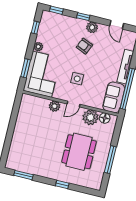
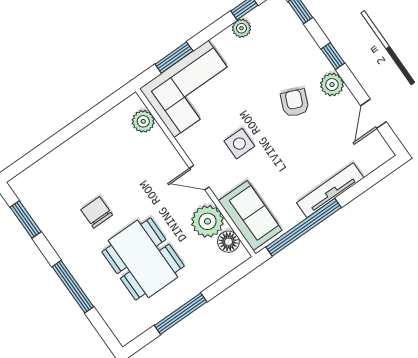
plant: (38, 47) -> (241, 28), moved
sofa: (114, 97) -> (250, 215), moved, turned 90
plant: (54, 106) -> (143, 121), moved
chair: (47, 150) -> (97, 212), added
dining table: (79, 152) -> (143, 259), turned 90
window: (62, 184) -> (73, 287), width x2.17

